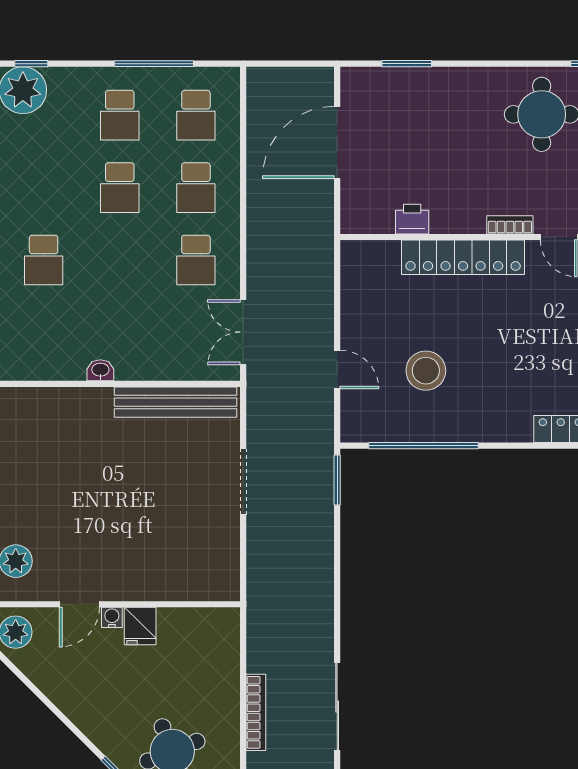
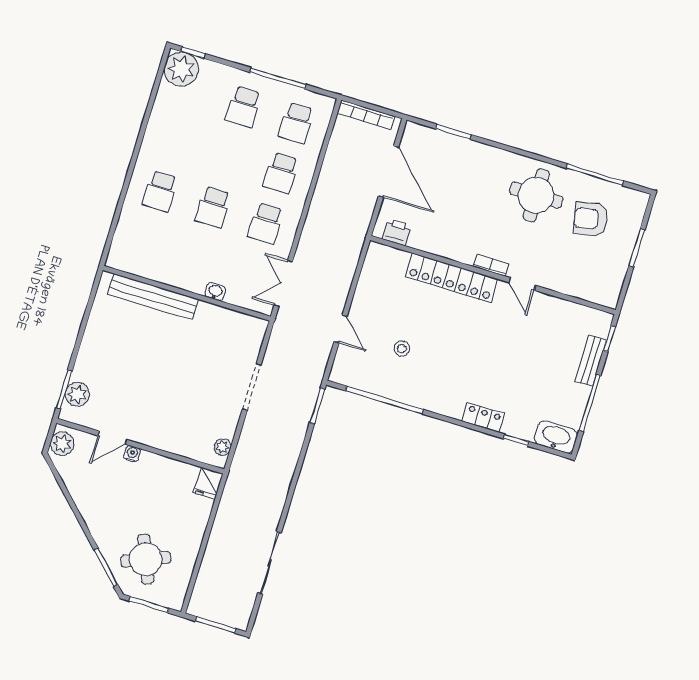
door: (337, 142) -> (388, 172), swing flipped
school desk: (120, 188) -> (213, 207), moved
printer: (412, 219) -> (397, 232), moved
washbasin: (100, 370) -> (215, 292), moved
stool: (426, 371) -> (402, 349), width x0.53, depth x0.53
bench: (175, 402) -> (153, 297), moved
plant: (229, 572) -> (222, 447), added
fridge: (140, 626) -> (208, 483), moved
bookcase: (256, 712) -> (366, 115), moved, turned 90

